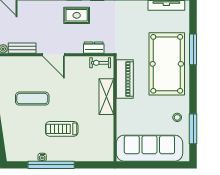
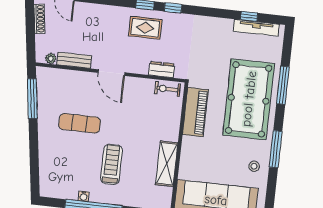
shelving: (106, 97) -> (167, 164), moved
treadmill: (62, 129) -> (111, 164), turned 90
window: (193, 129) -> (276, 149), moved

